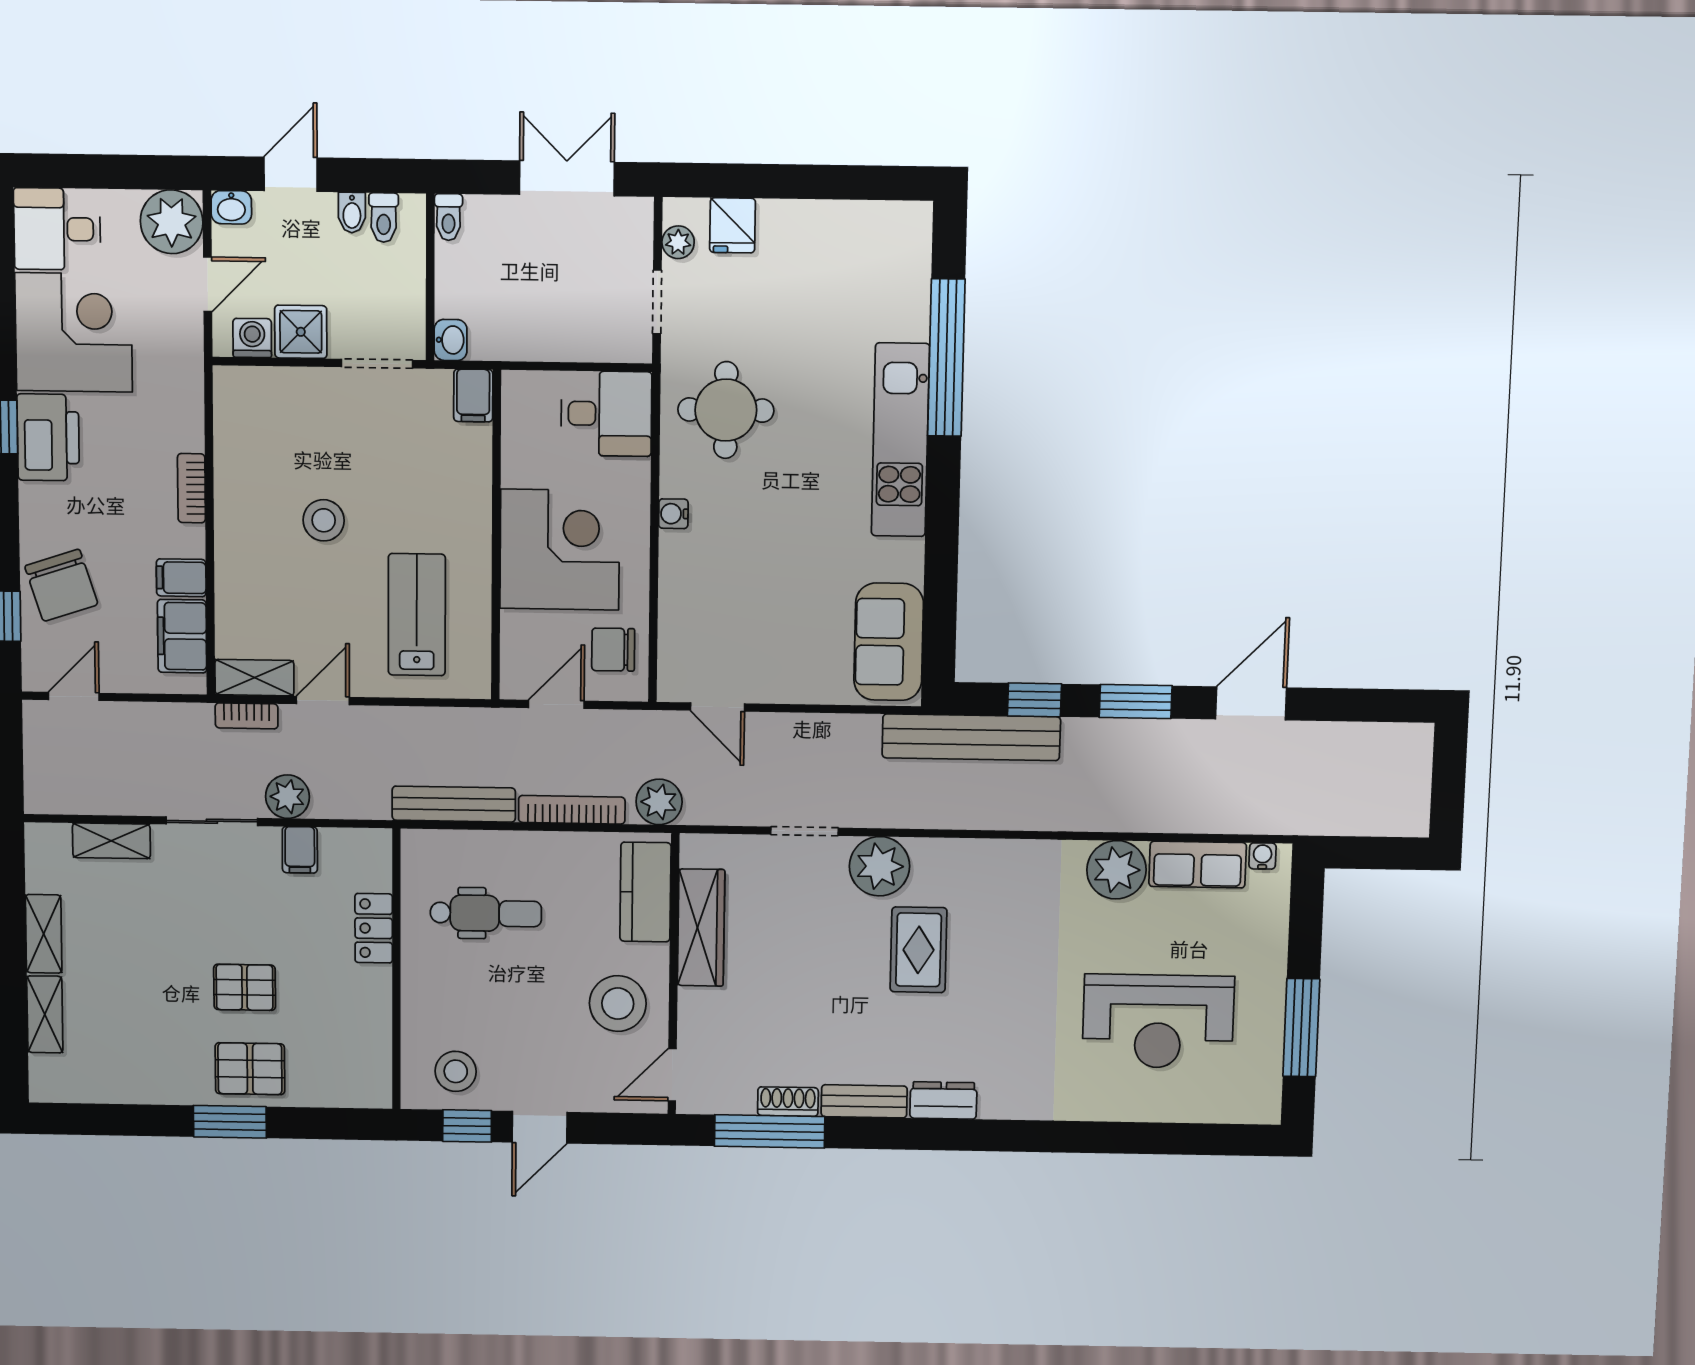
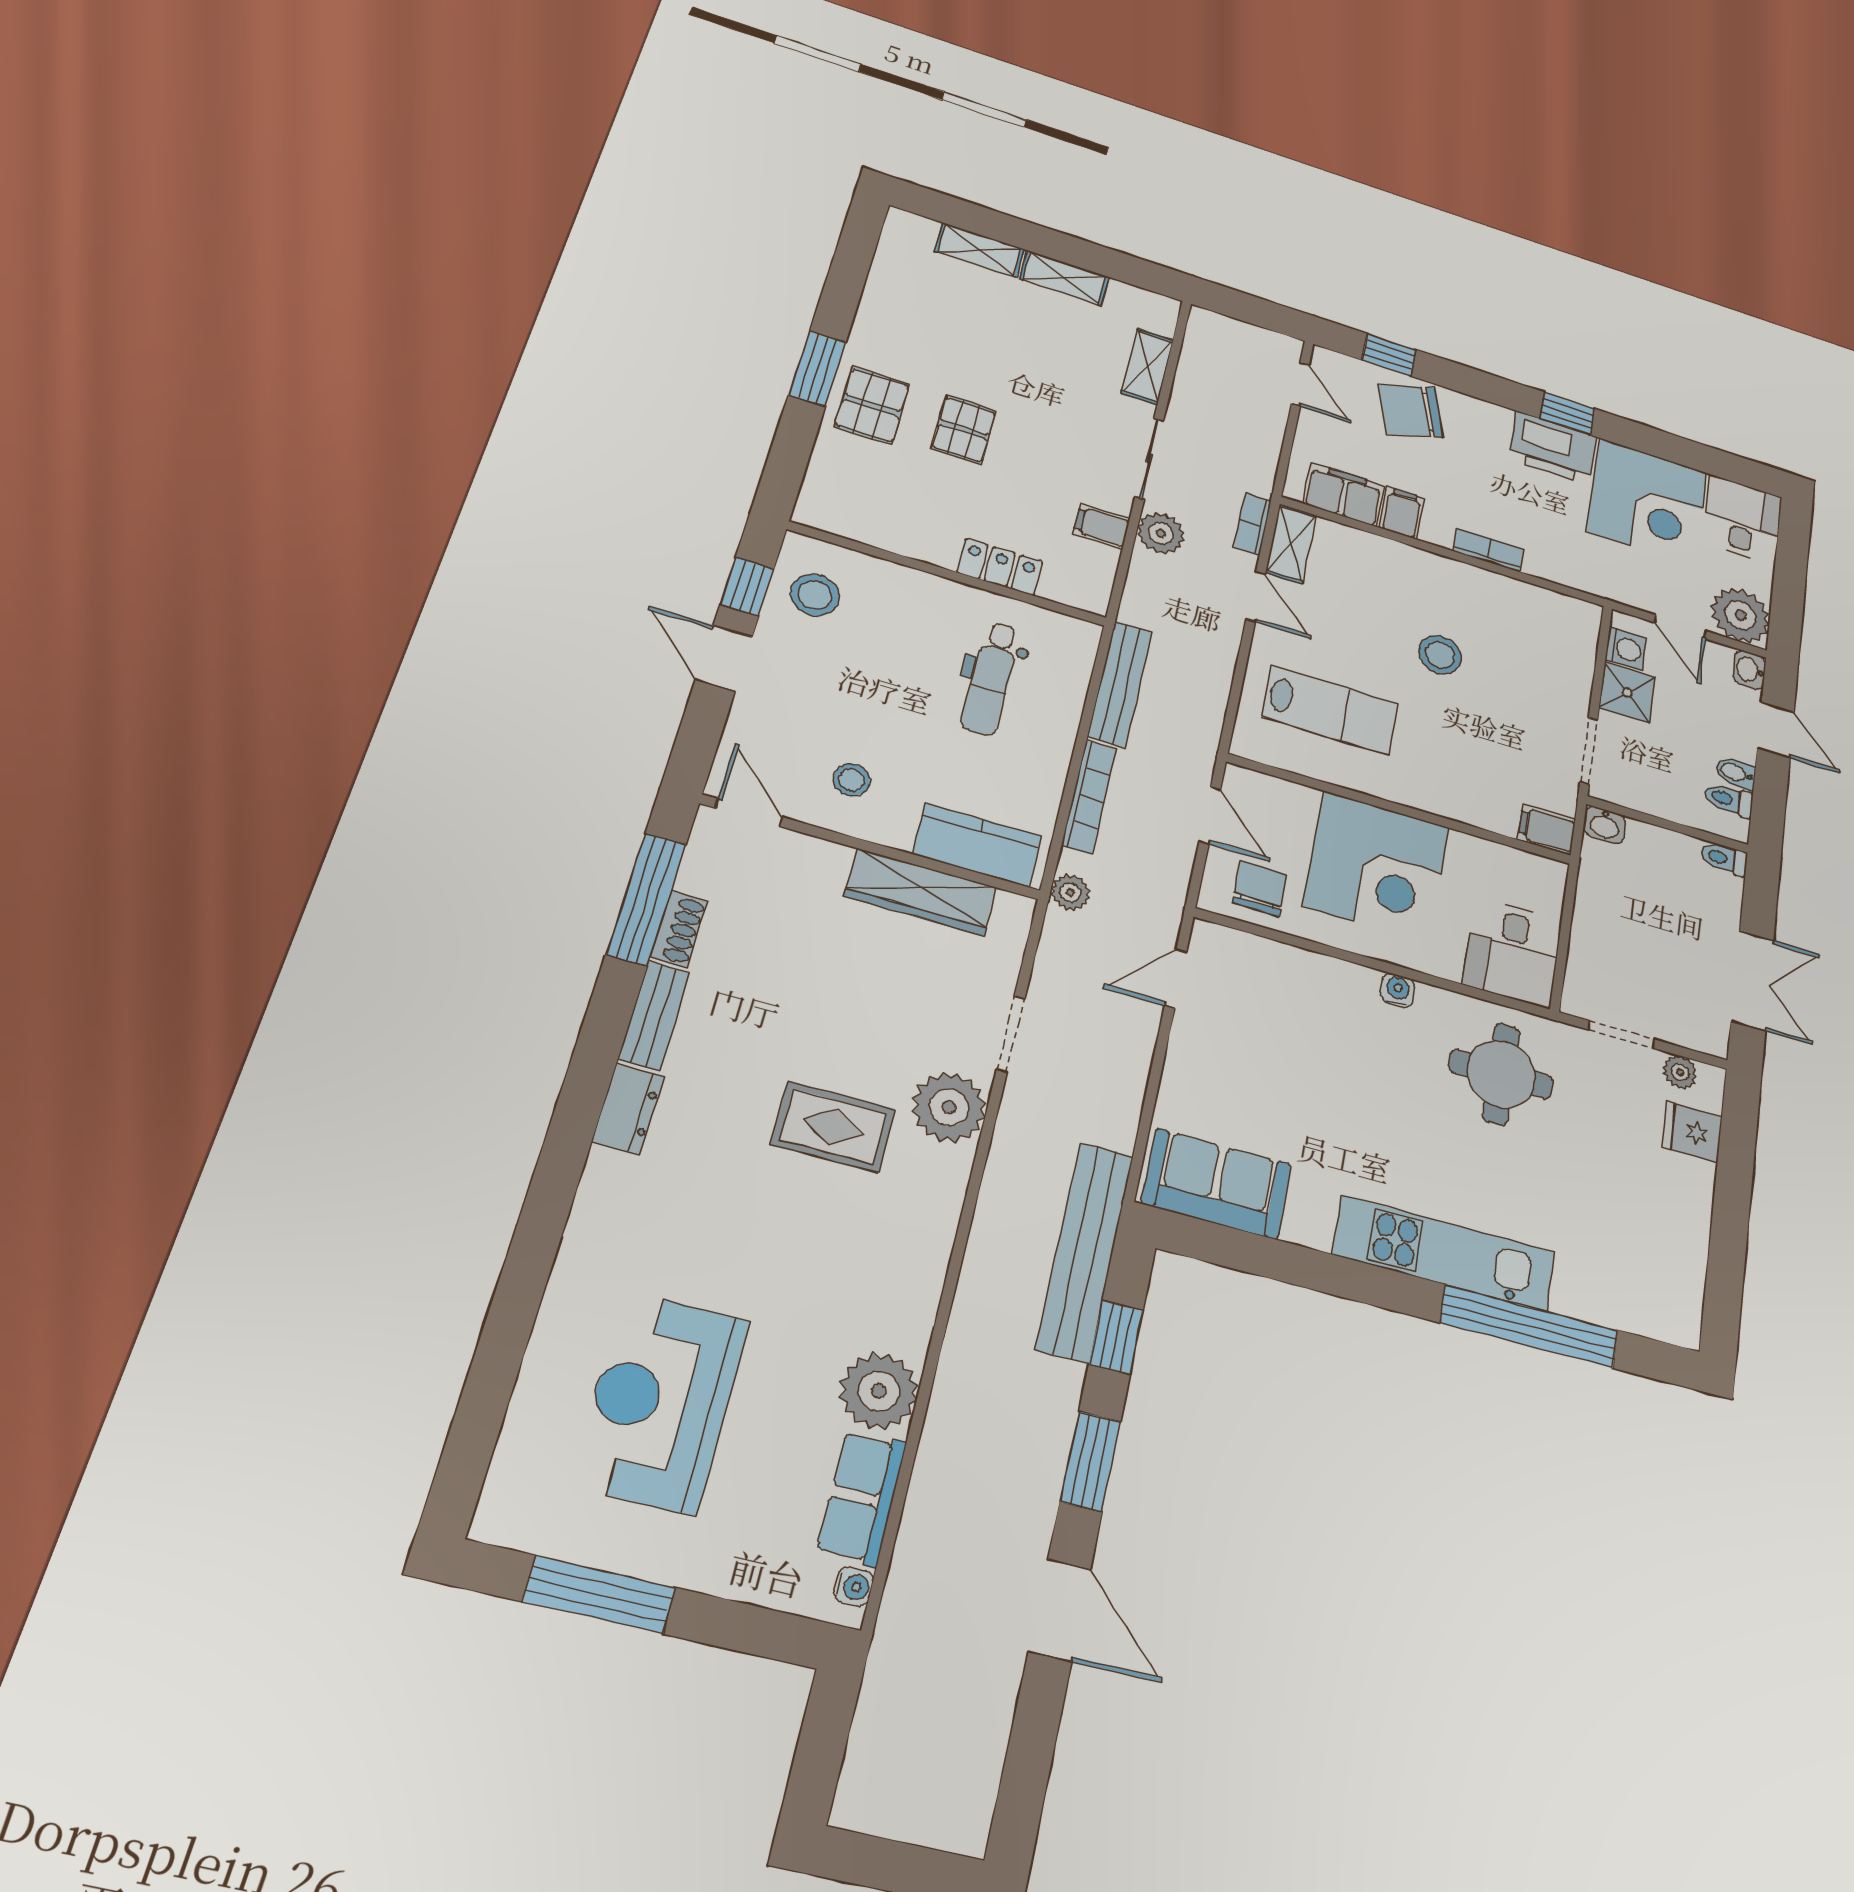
plant: (659, 802) -> (1070, 892), width x0.73, depth x0.73
stool: (618, 1004) -> (852, 780), width x0.53, depth x0.53

